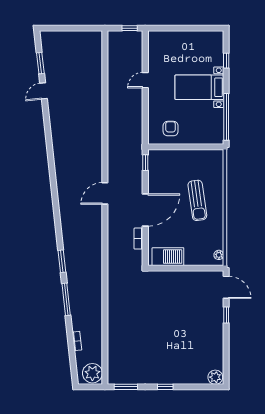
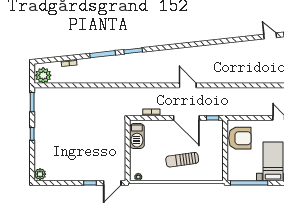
armchair: (171, 129) -> (240, 138), width x1.88, depth x1.88
door: (145, 210) -> (186, 118), moved

